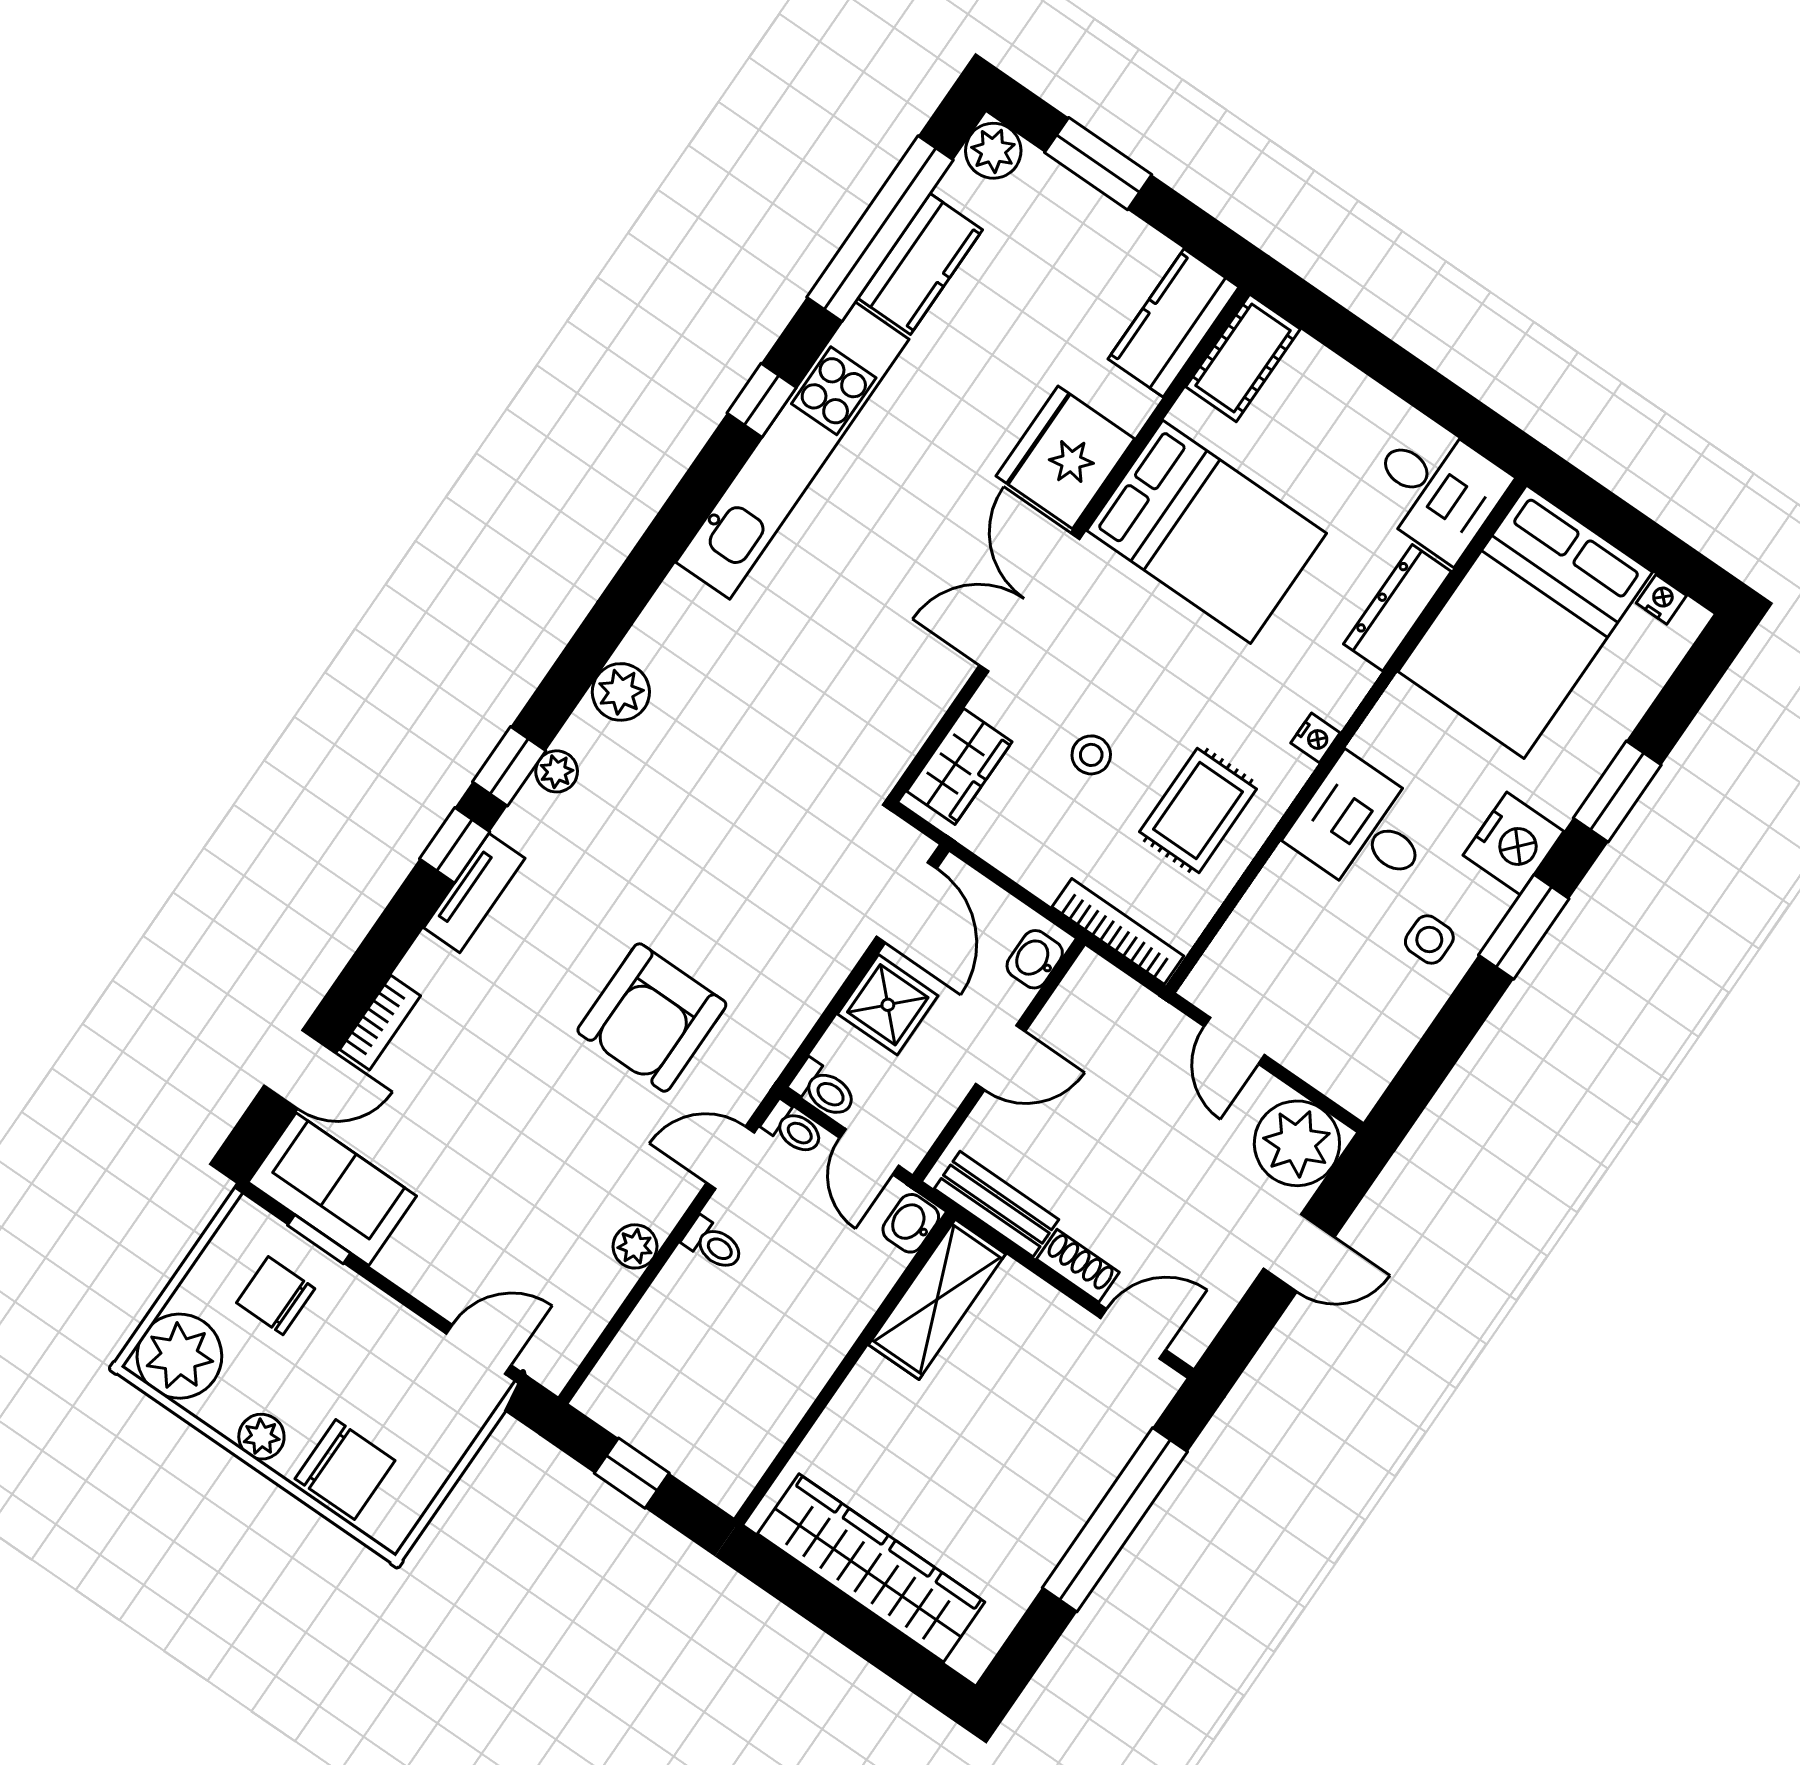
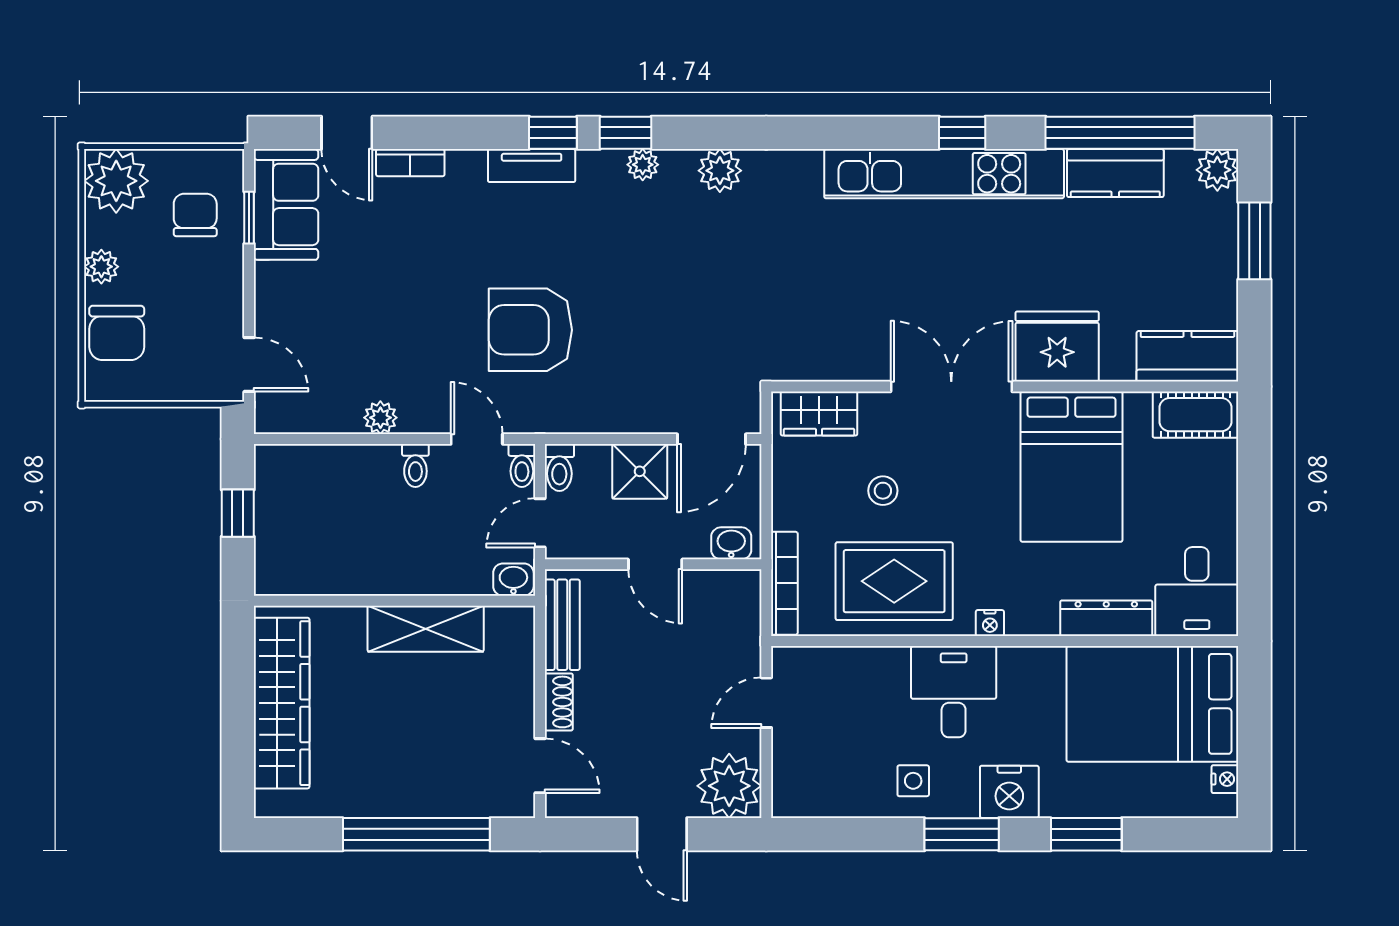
rug: (1198, 810) -> (894, 581), width x1.36, depth x1.43
shelving: (937, 1299) -> (426, 629), moved

